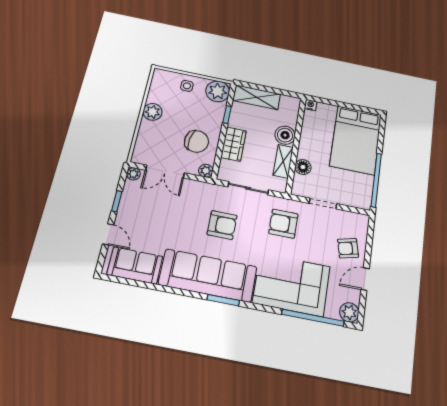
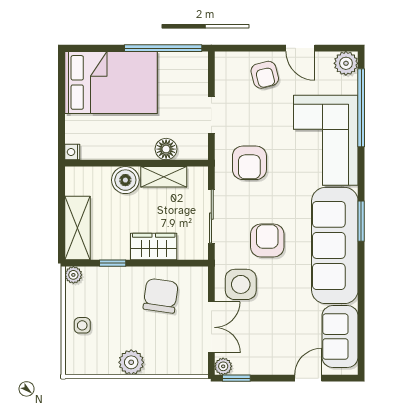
plant: (218, 91) -> (73, 275), width x0.53, depth x0.53
plant: (206, 171) -> (199, 276), removed
side table: (193, 199) -> (241, 284), added
window: (117, 201) -> (236, 378), moved

